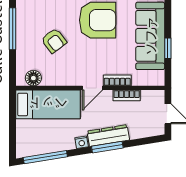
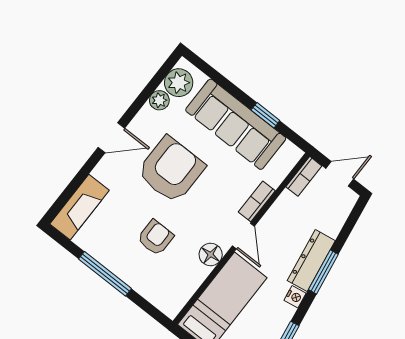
armchair: (54, 41) -> (155, 238), turned -53
floor lamp: (33, 78) -> (211, 254), moved
bookcase: (127, 95) -> (304, 176), moved

